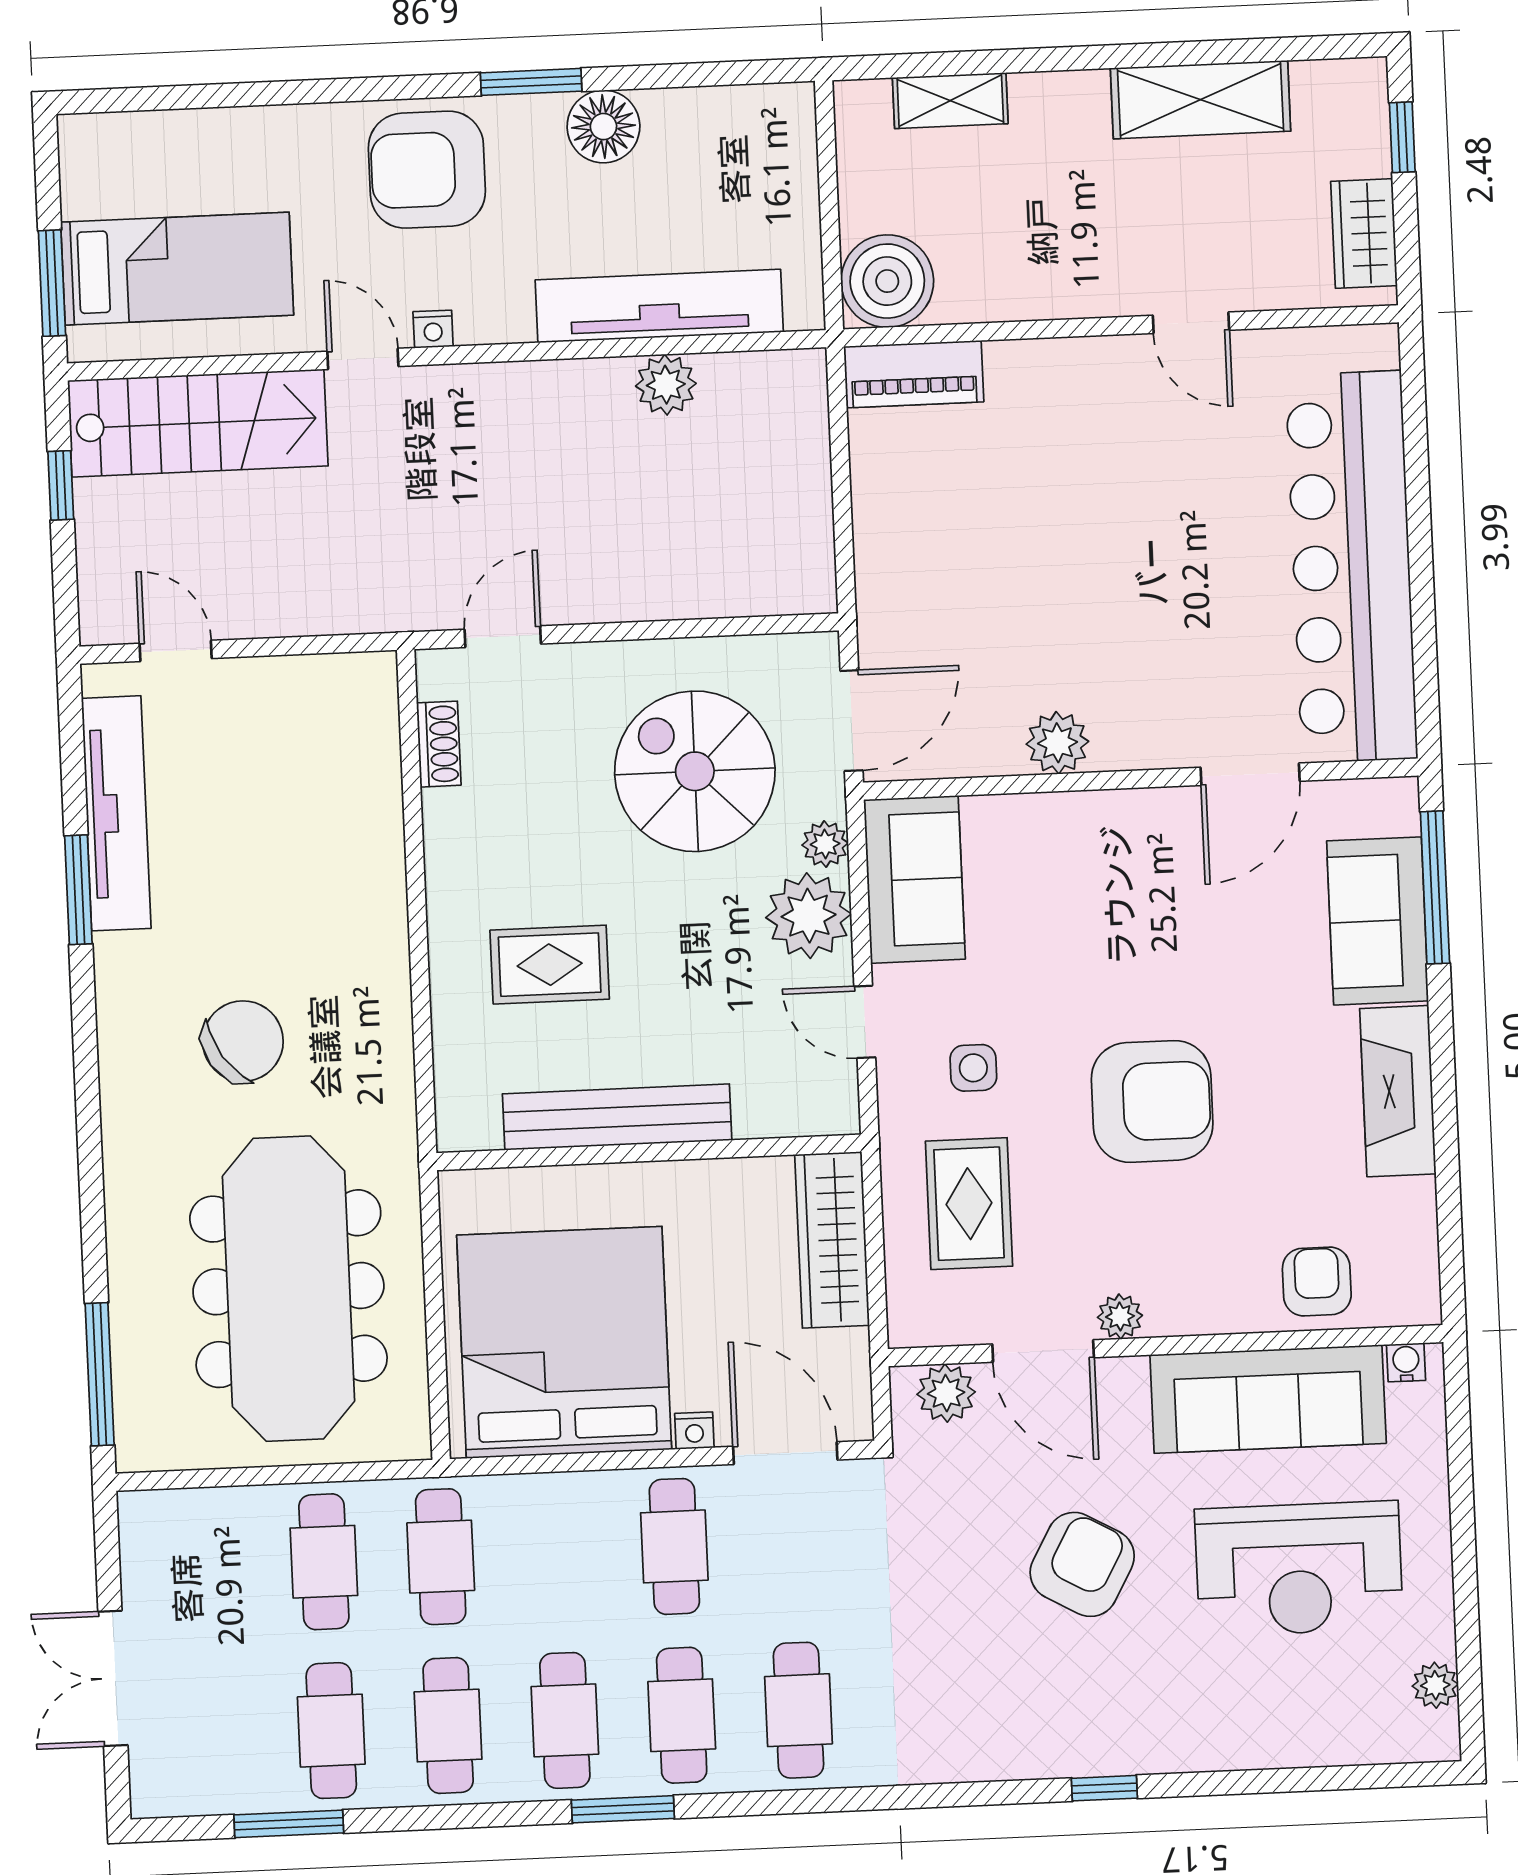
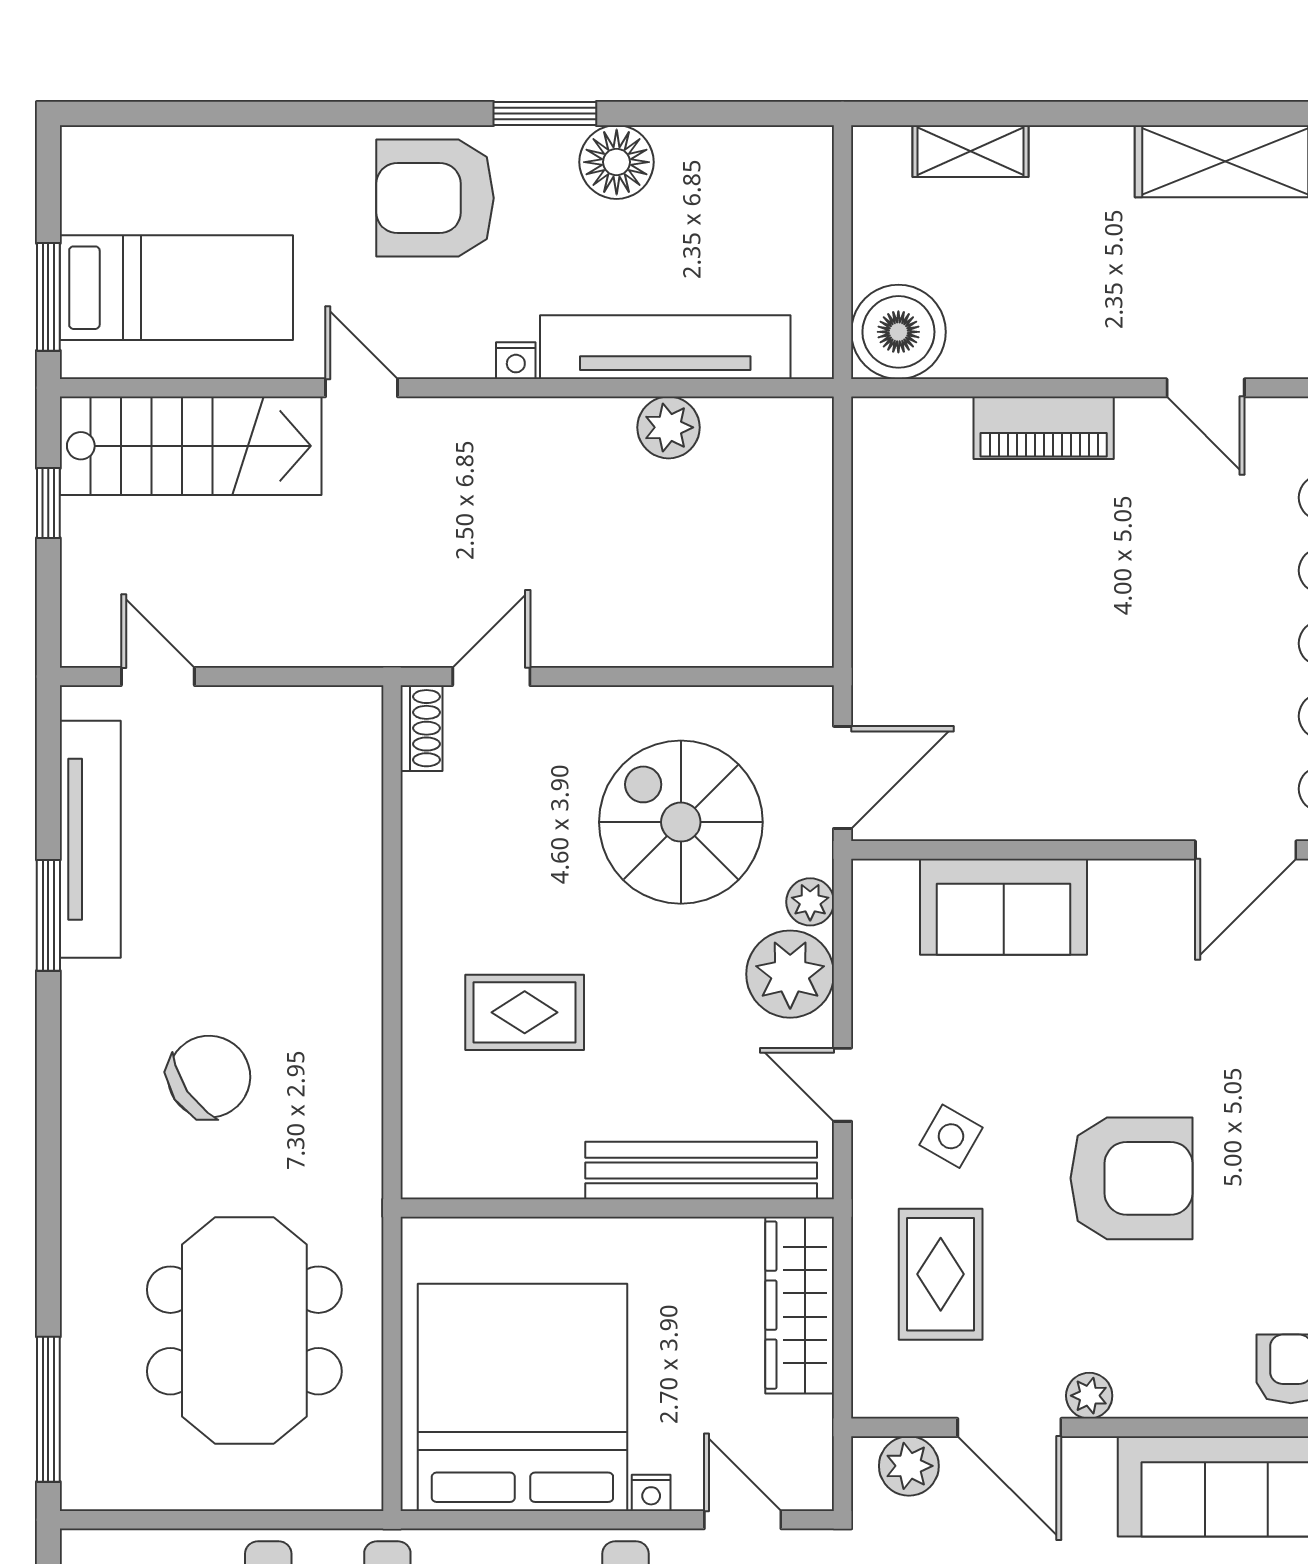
nightstand: (433, 329) -> (516, 361), moved
piano: (914, 374) -> (1044, 428), moved
plant: (1057, 743) -> (1051, 809), removed
shoe rack: (439, 744) -> (422, 728), moved
sofa: (914, 879) -> (1004, 907), moved, turned 90
side table: (973, 1068) -> (951, 1136), turned 30
bench: (617, 1117) -> (701, 1170), moved
meeting table: (288, 1289) -> (244, 1330), width x0.73
door: (785, 1453) -> (743, 1520), width x0.73

